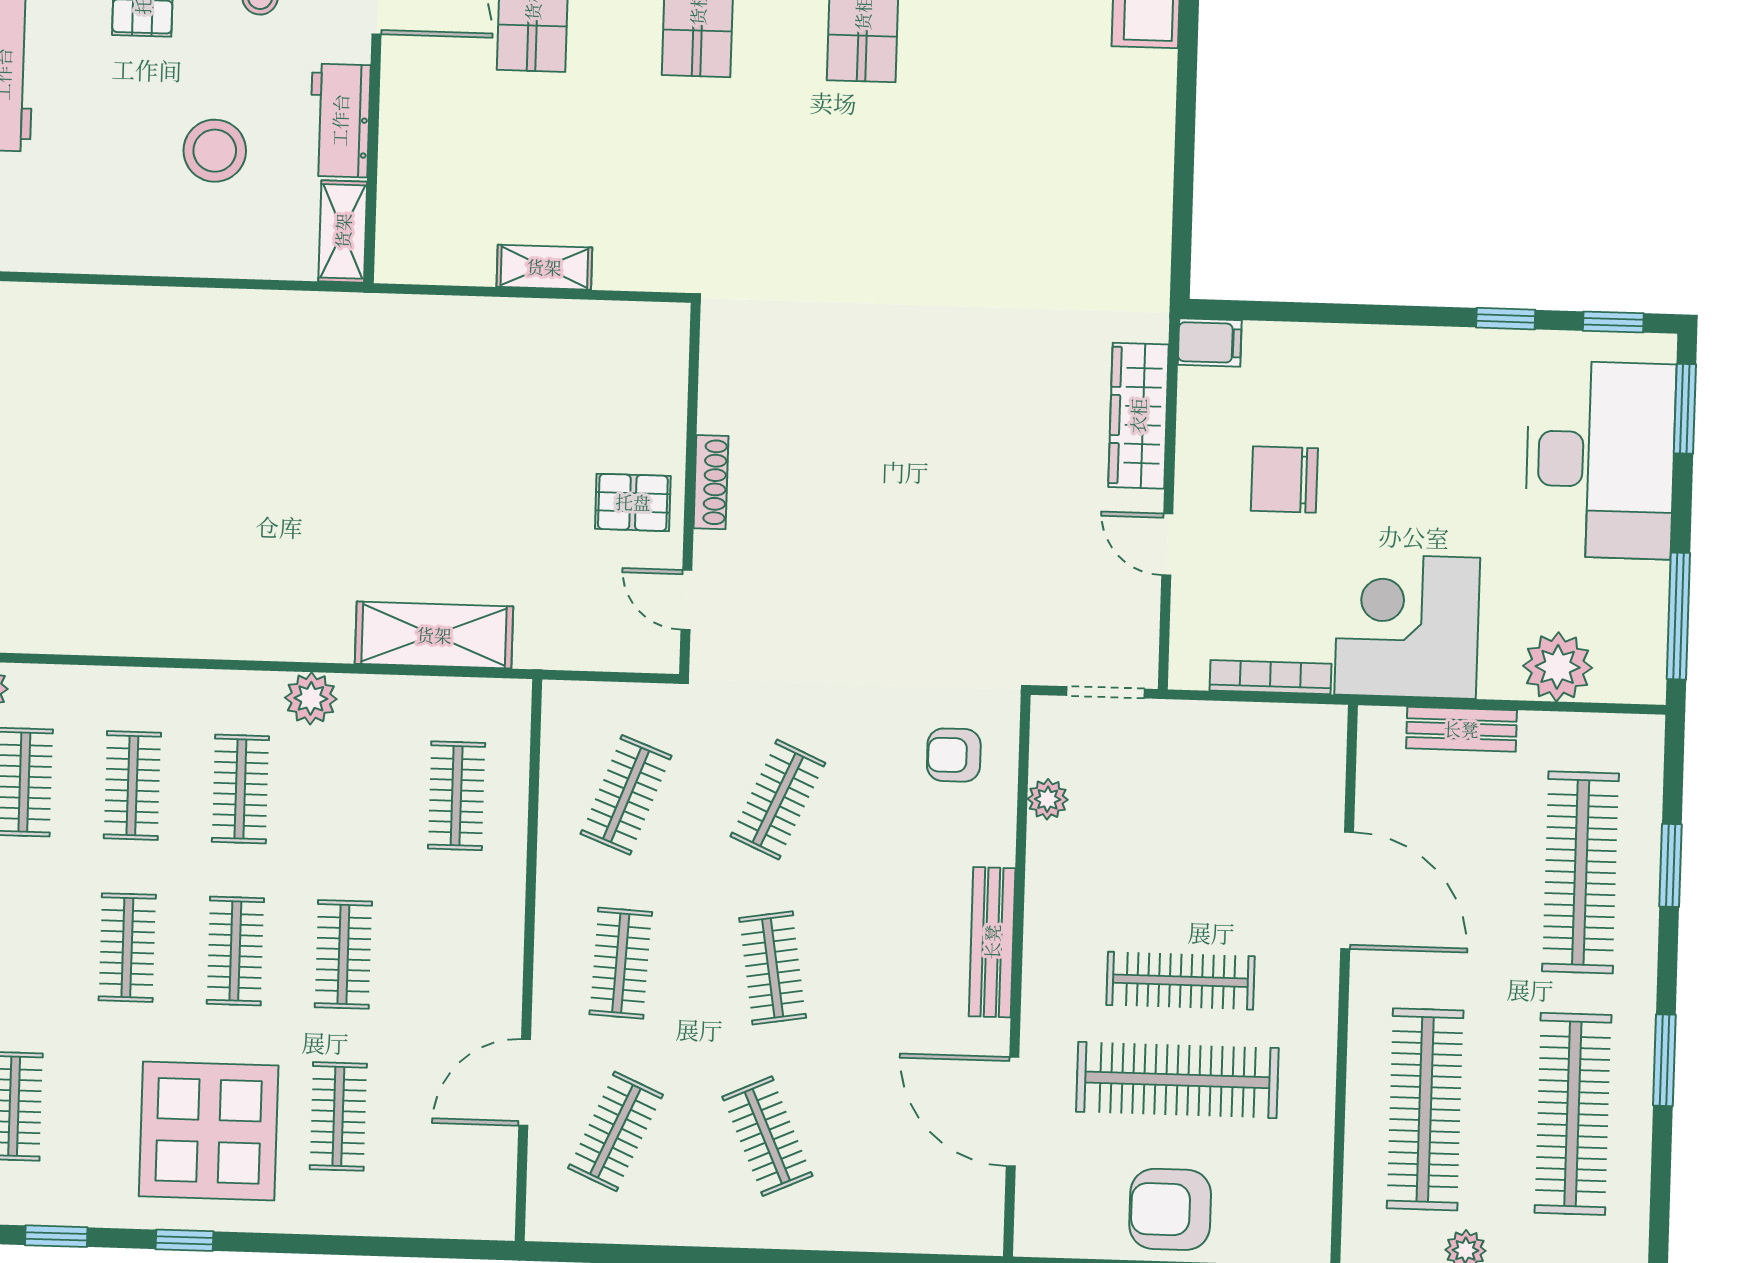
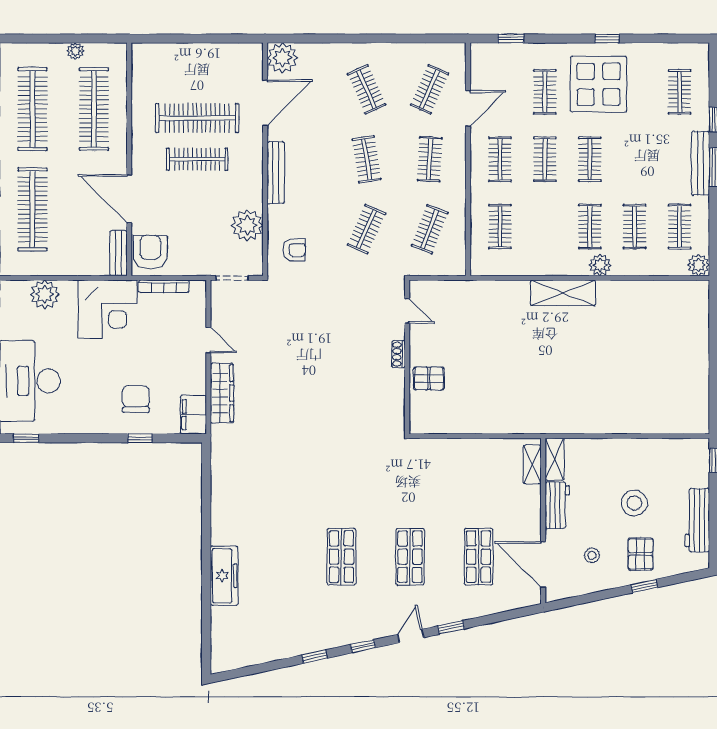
stool: (215, 151) -> (634, 503), moved
shelving: (544, 267) -> (532, 464), moved, turned 90
window: (1506, 319) -> (140, 438), moved
filing cabinet: (1210, 343) -> (193, 415), width x2.00
chair: (1284, 480) -> (136, 399), moved, turned -90
shoe rack: (711, 482) -> (398, 354), width x0.70
pallet: (633, 502) -> (429, 379), moved
shelving: (434, 635) -> (563, 293), moved
plant: (311, 698) -> (600, 265), moved
bench: (1461, 729) -> (118, 253), moved, turned 90
plant: (1048, 799) -> (247, 225), width x1.88, depth x1.88
clothes rail: (127, 948) -> (500, 159), moved
door: (1013, 1112) -> (265, 103), hinge flipped
armchair: (1170, 1209) -> (150, 252), moved, turned -90
plant: (968, 1219) -> (282, 58), added
window: (56, 1236) -> (511, 39), moved

